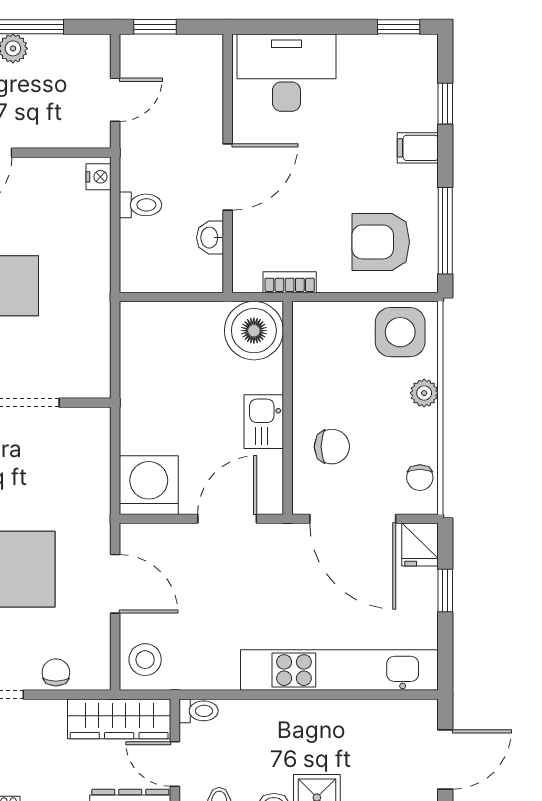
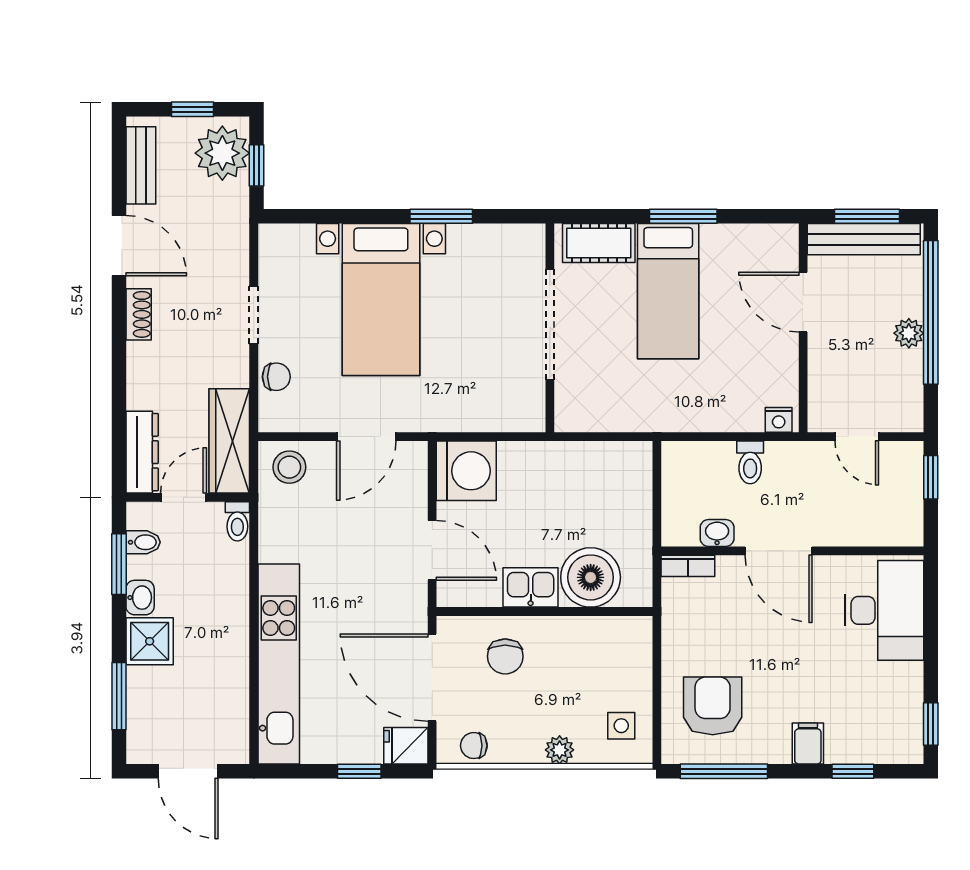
bookcase: (290, 282) -> (688, 566), moved, turned 90
boiler: (254, 331) -> (591, 577), moved
side table: (400, 332) -> (621, 726), width x0.54, depth x0.54
door: (353, 519) -> (432, 678), hinge flipped

